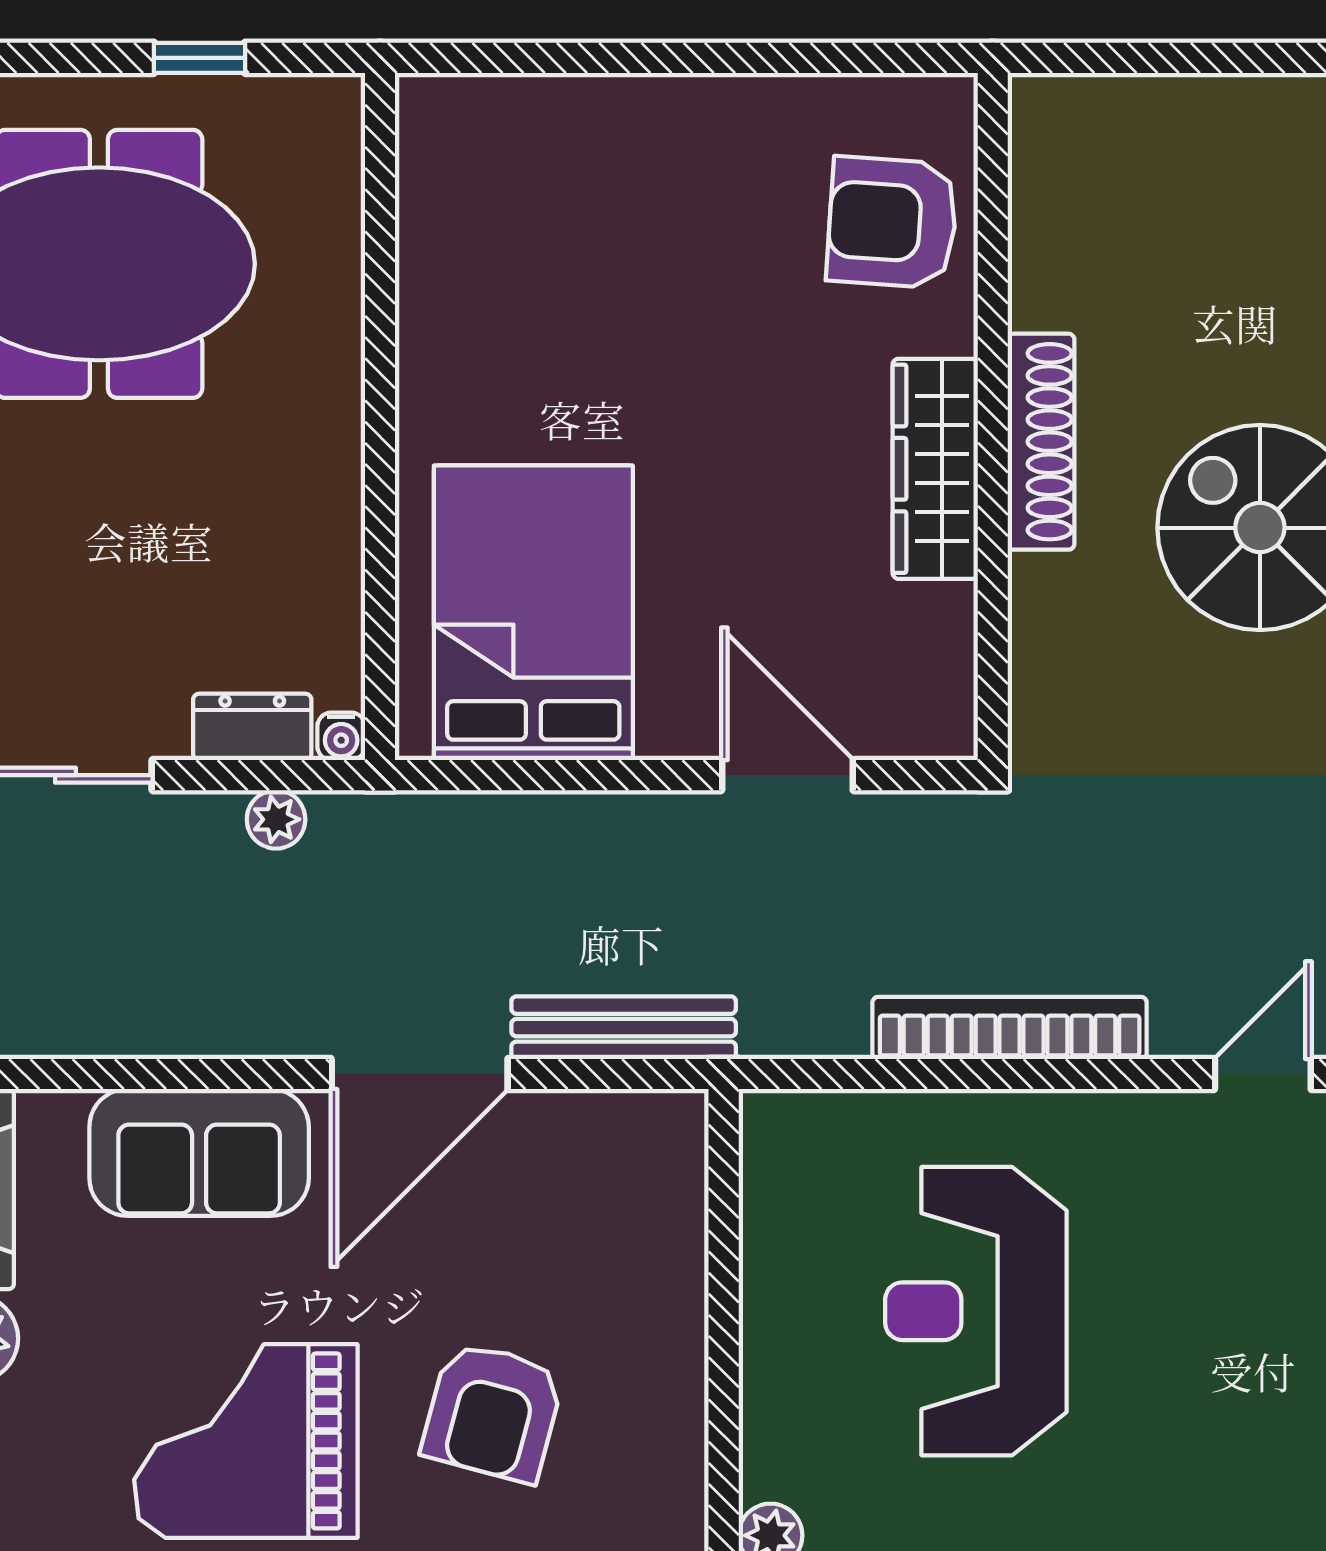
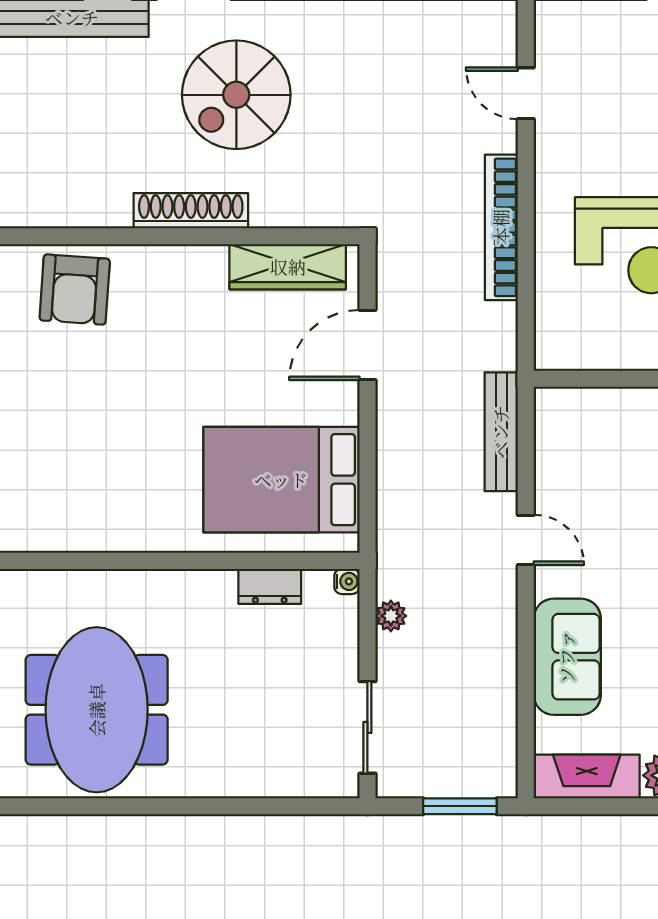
wardrobe: (935, 469) -> (288, 267), moved
dresser: (252, 727) -> (270, 586), moved, turned -90
door: (420, 1074) -> (526, 540), width x0.53

